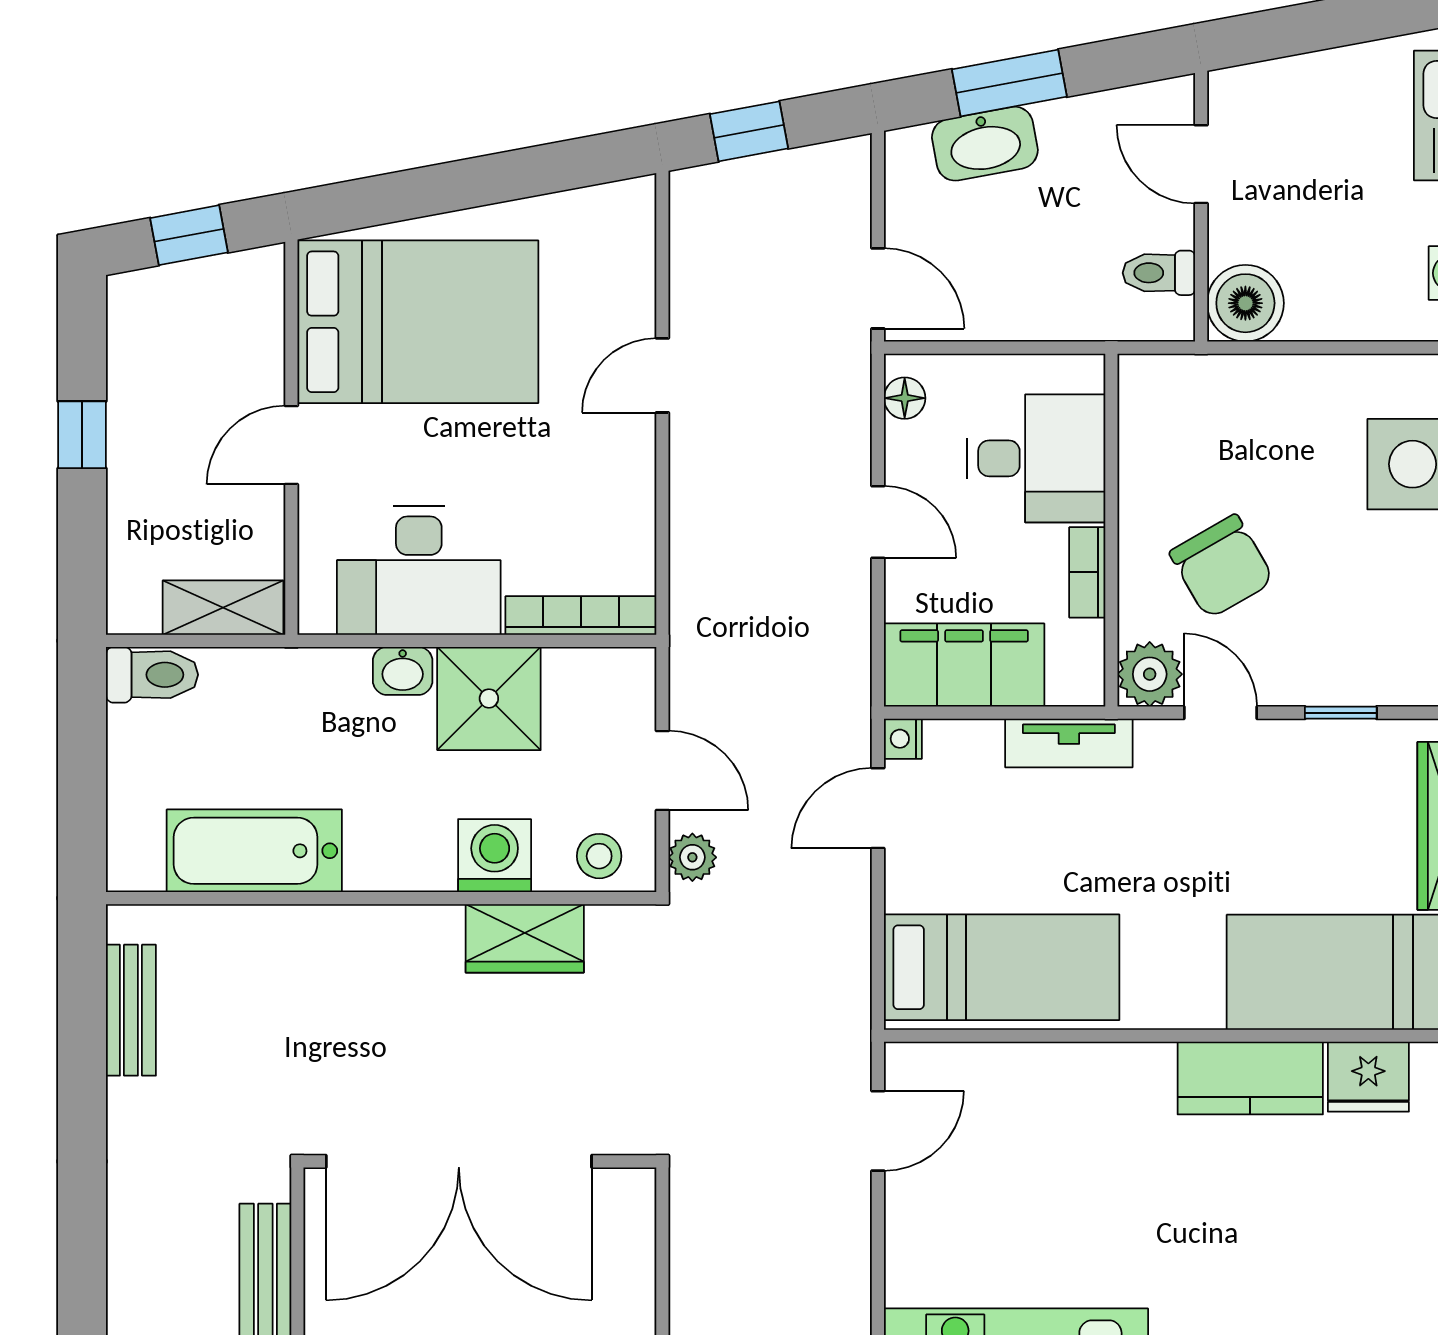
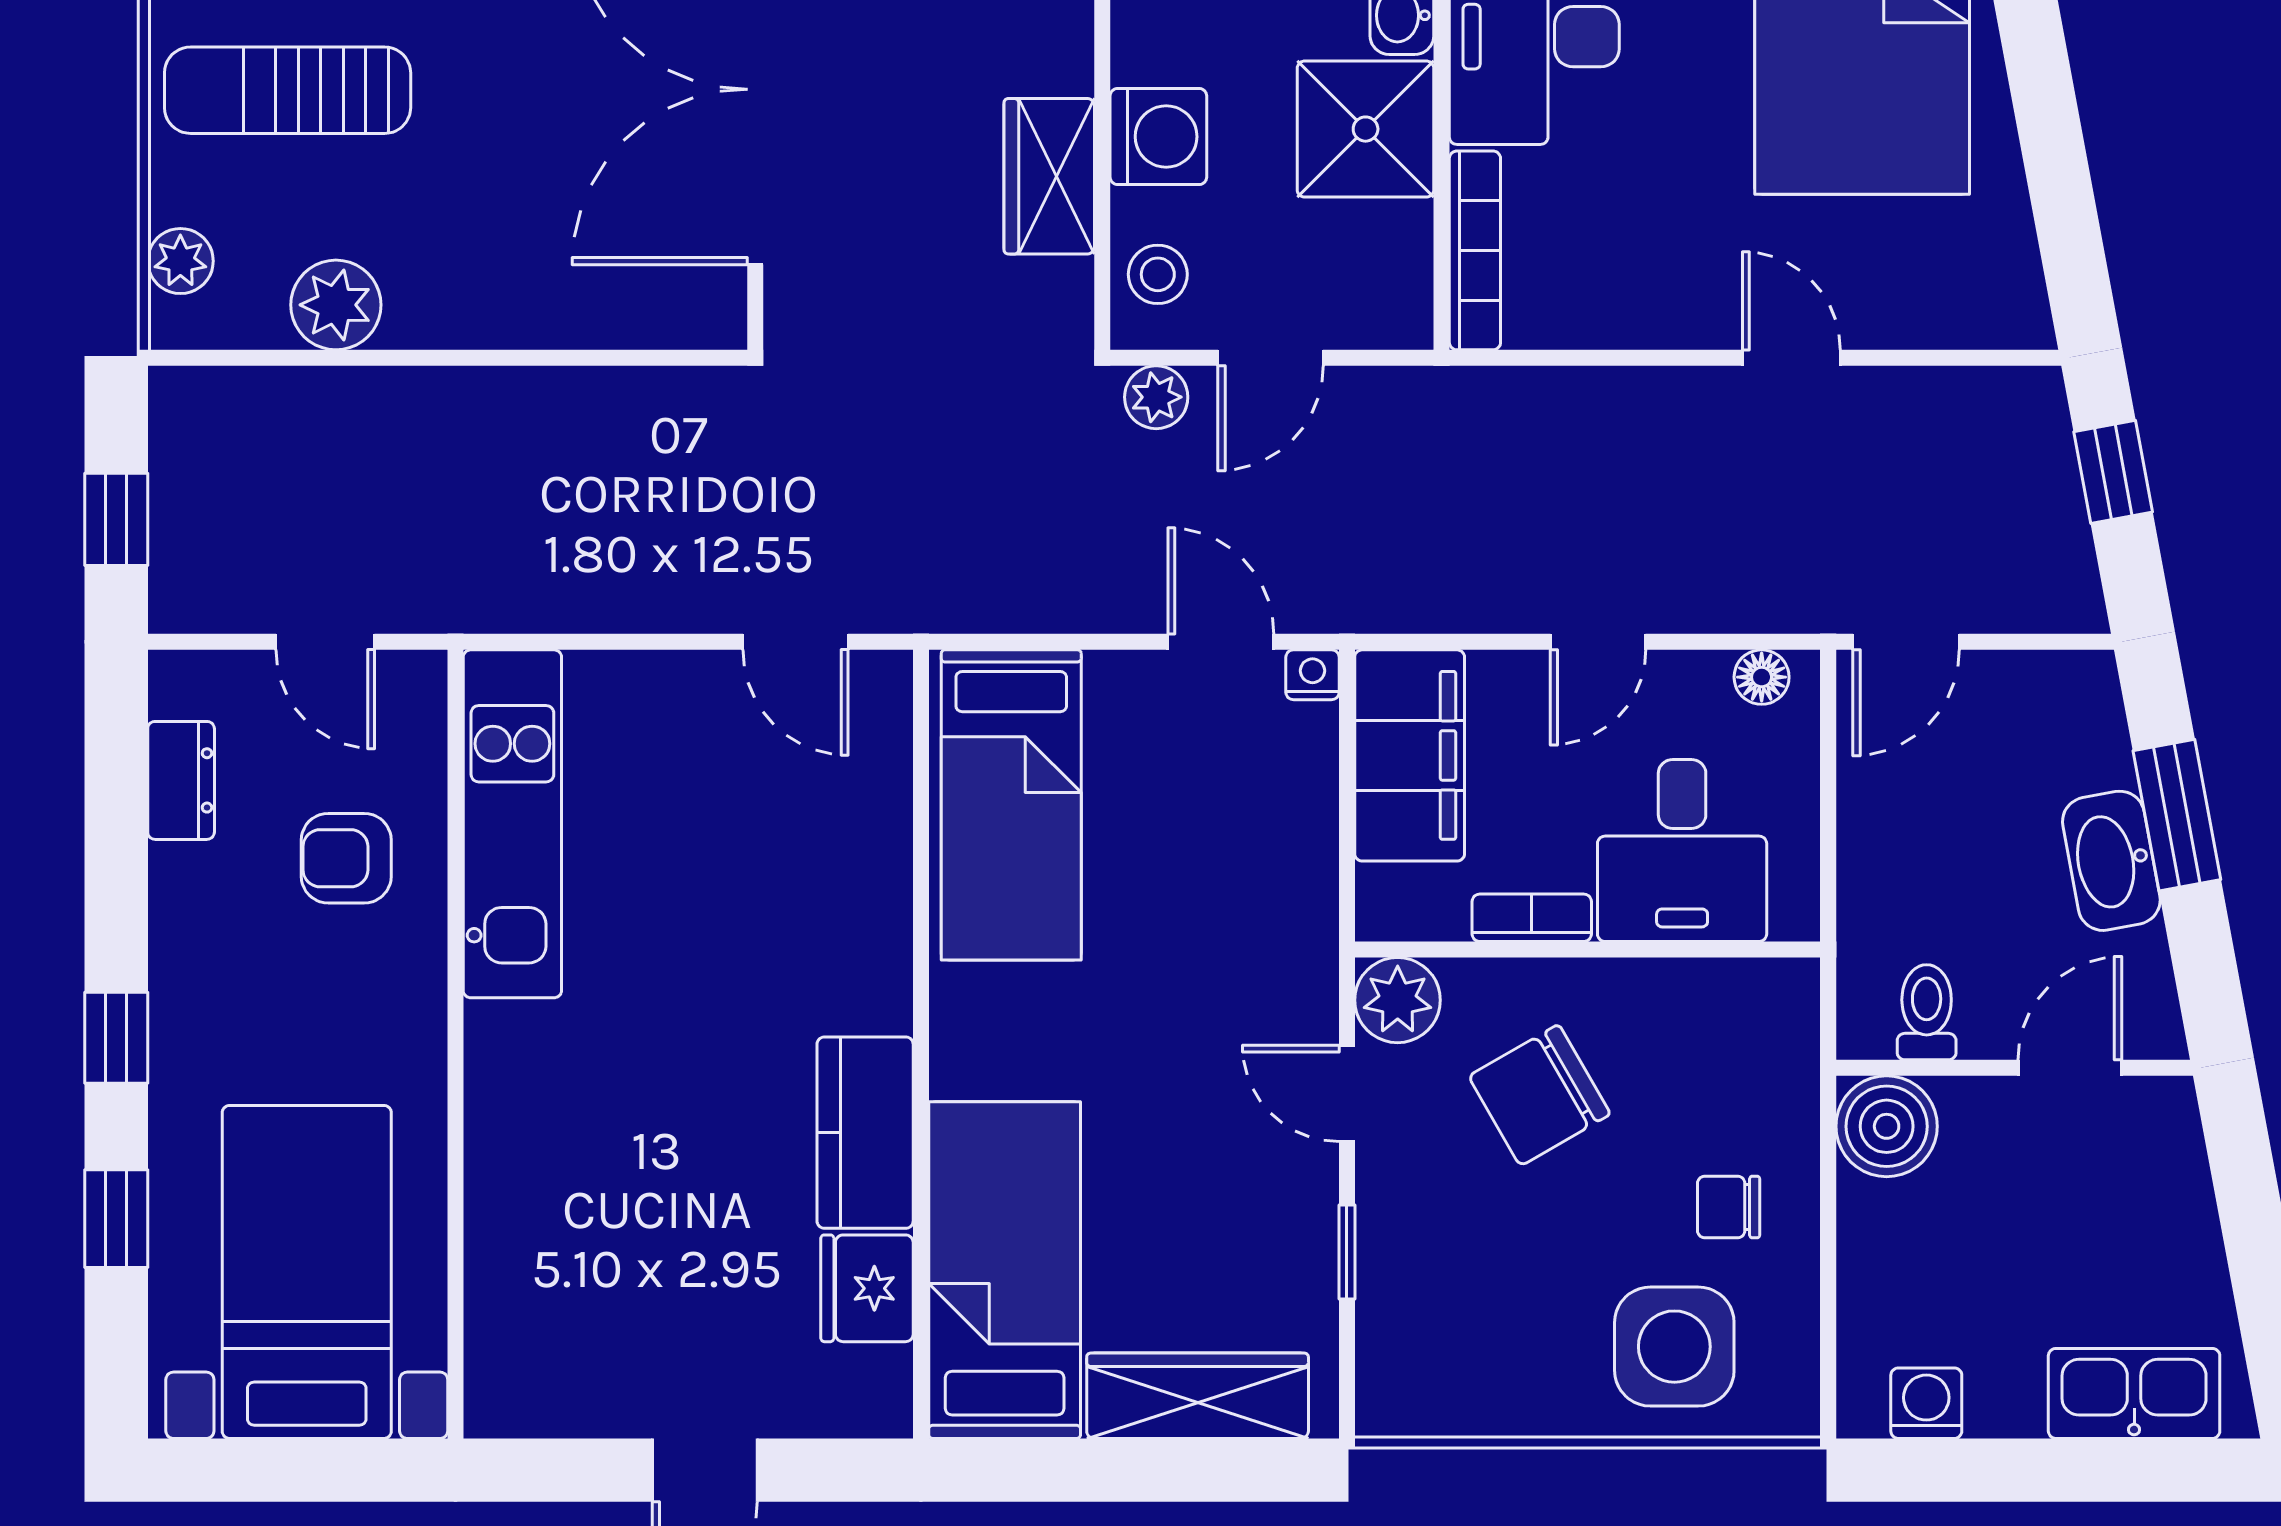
washbasin: (985, 144) -> (2111, 861), moved
chair: (1307, 423) -> (1729, 1207), added
door: (1220, 713) -> (1347, 1093), swing flipped
tv unit: (1069, 743) -> (1307, 894), removed

